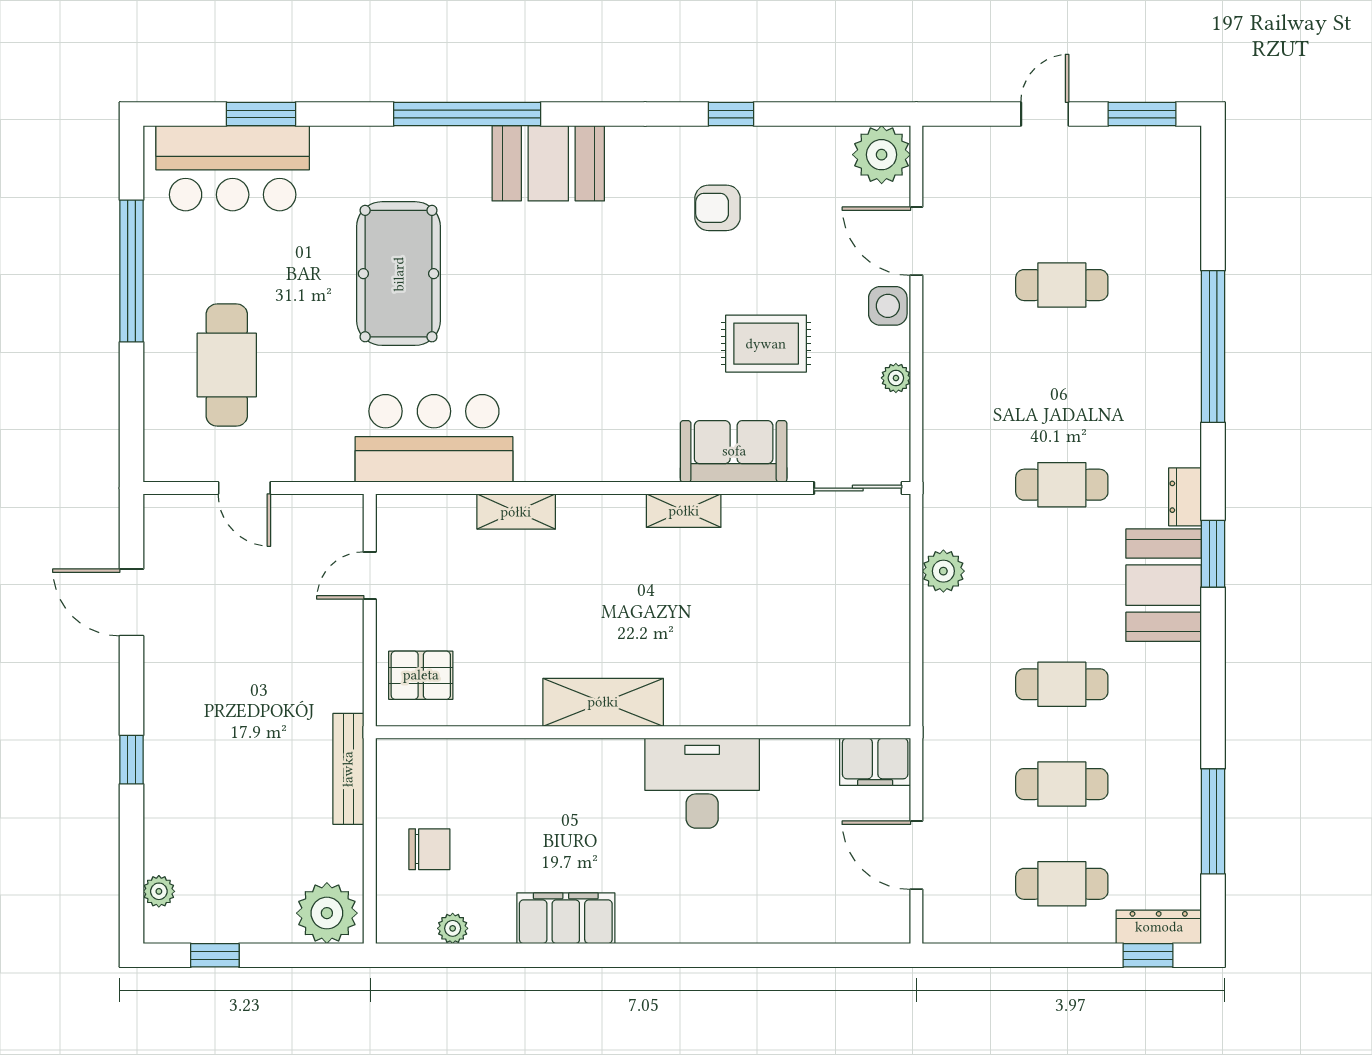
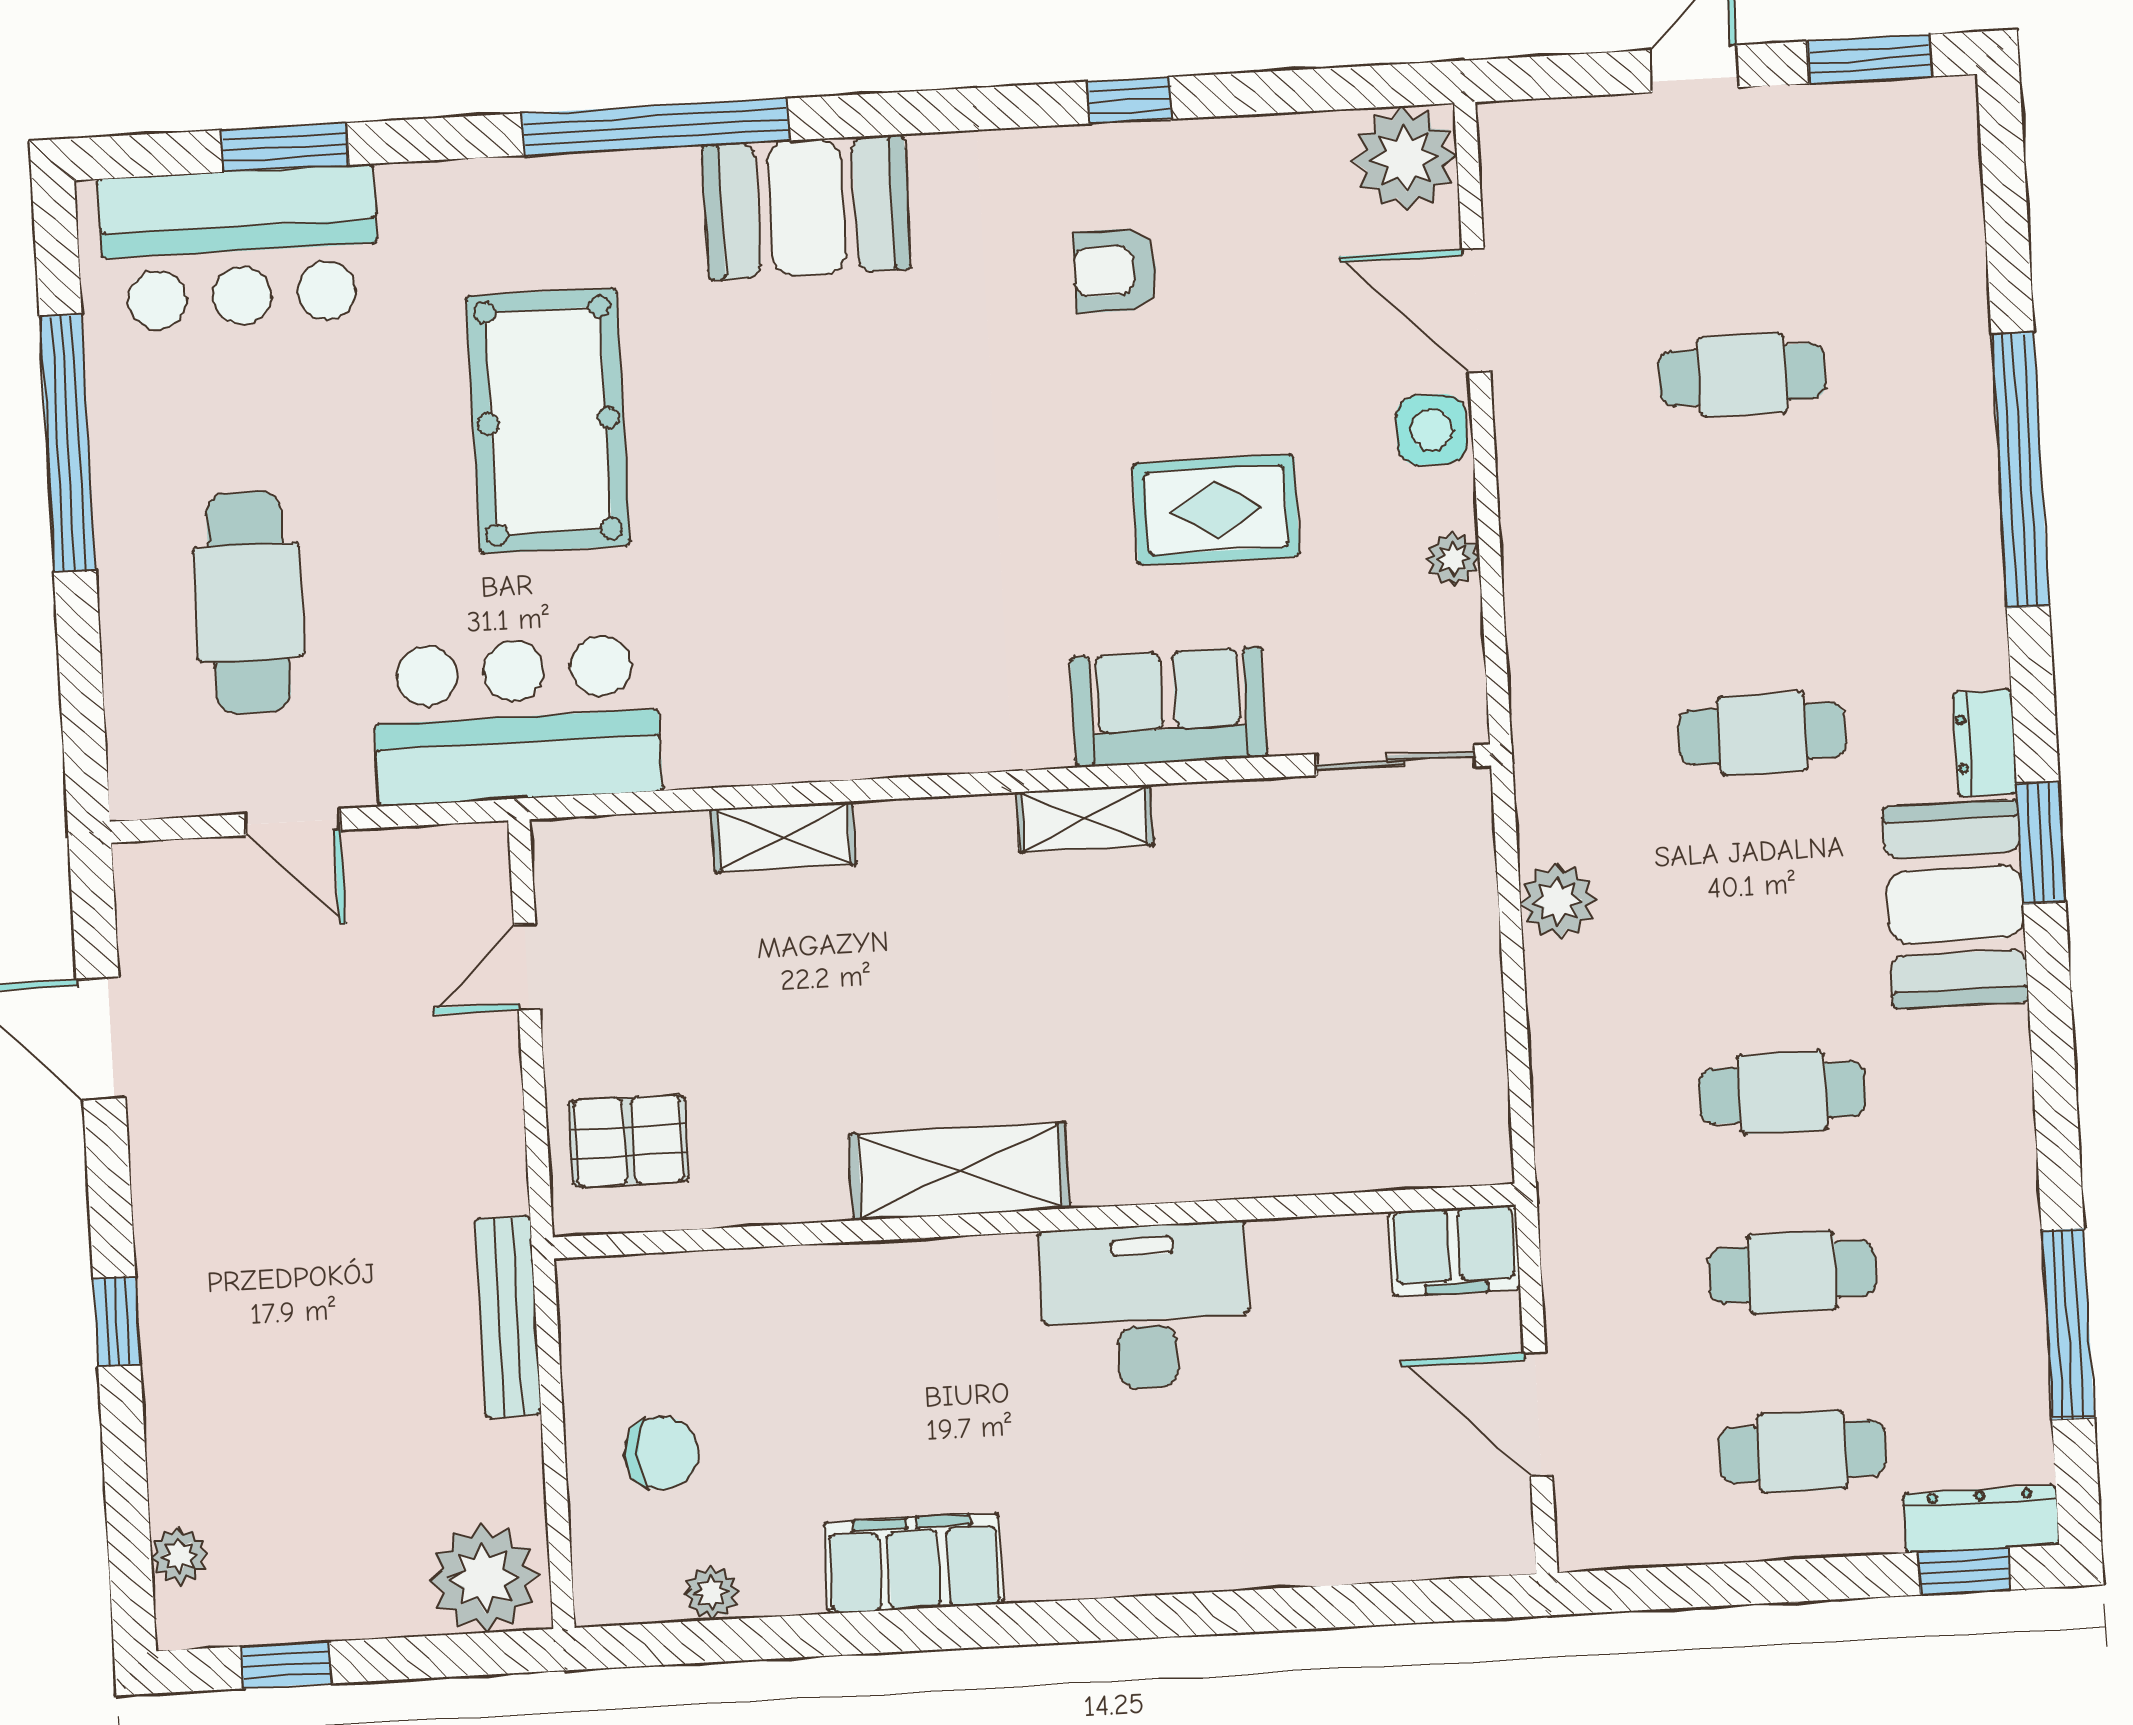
bar counter: (434, 438) -> (517, 720), moved

